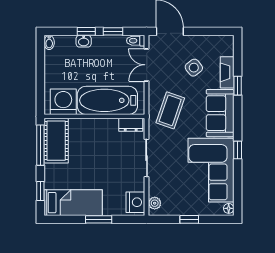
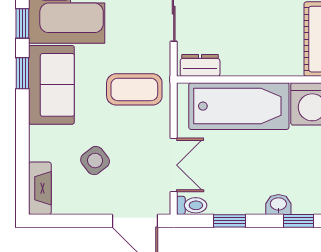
window: (86, 31) -> (299, 221), moved
fireplace: (227, 72) -> (40, 188), moved
window: (238, 86) -> (22, 73), moved
coffee table: (170, 110) -> (134, 89), turned 71

